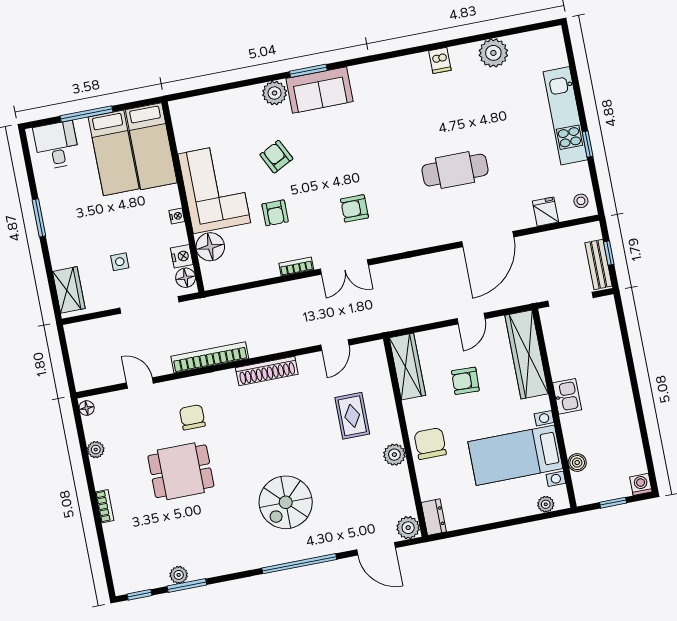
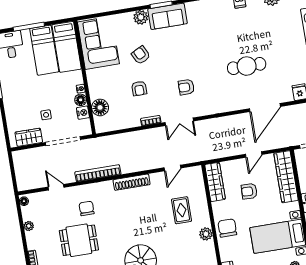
corner sofa: (214, 188) -> (98, 43), moved
floor lamp: (186, 278) -> (81, 100), moved
wardrobe: (69, 290) -> (29, 137), moved, turned -90

